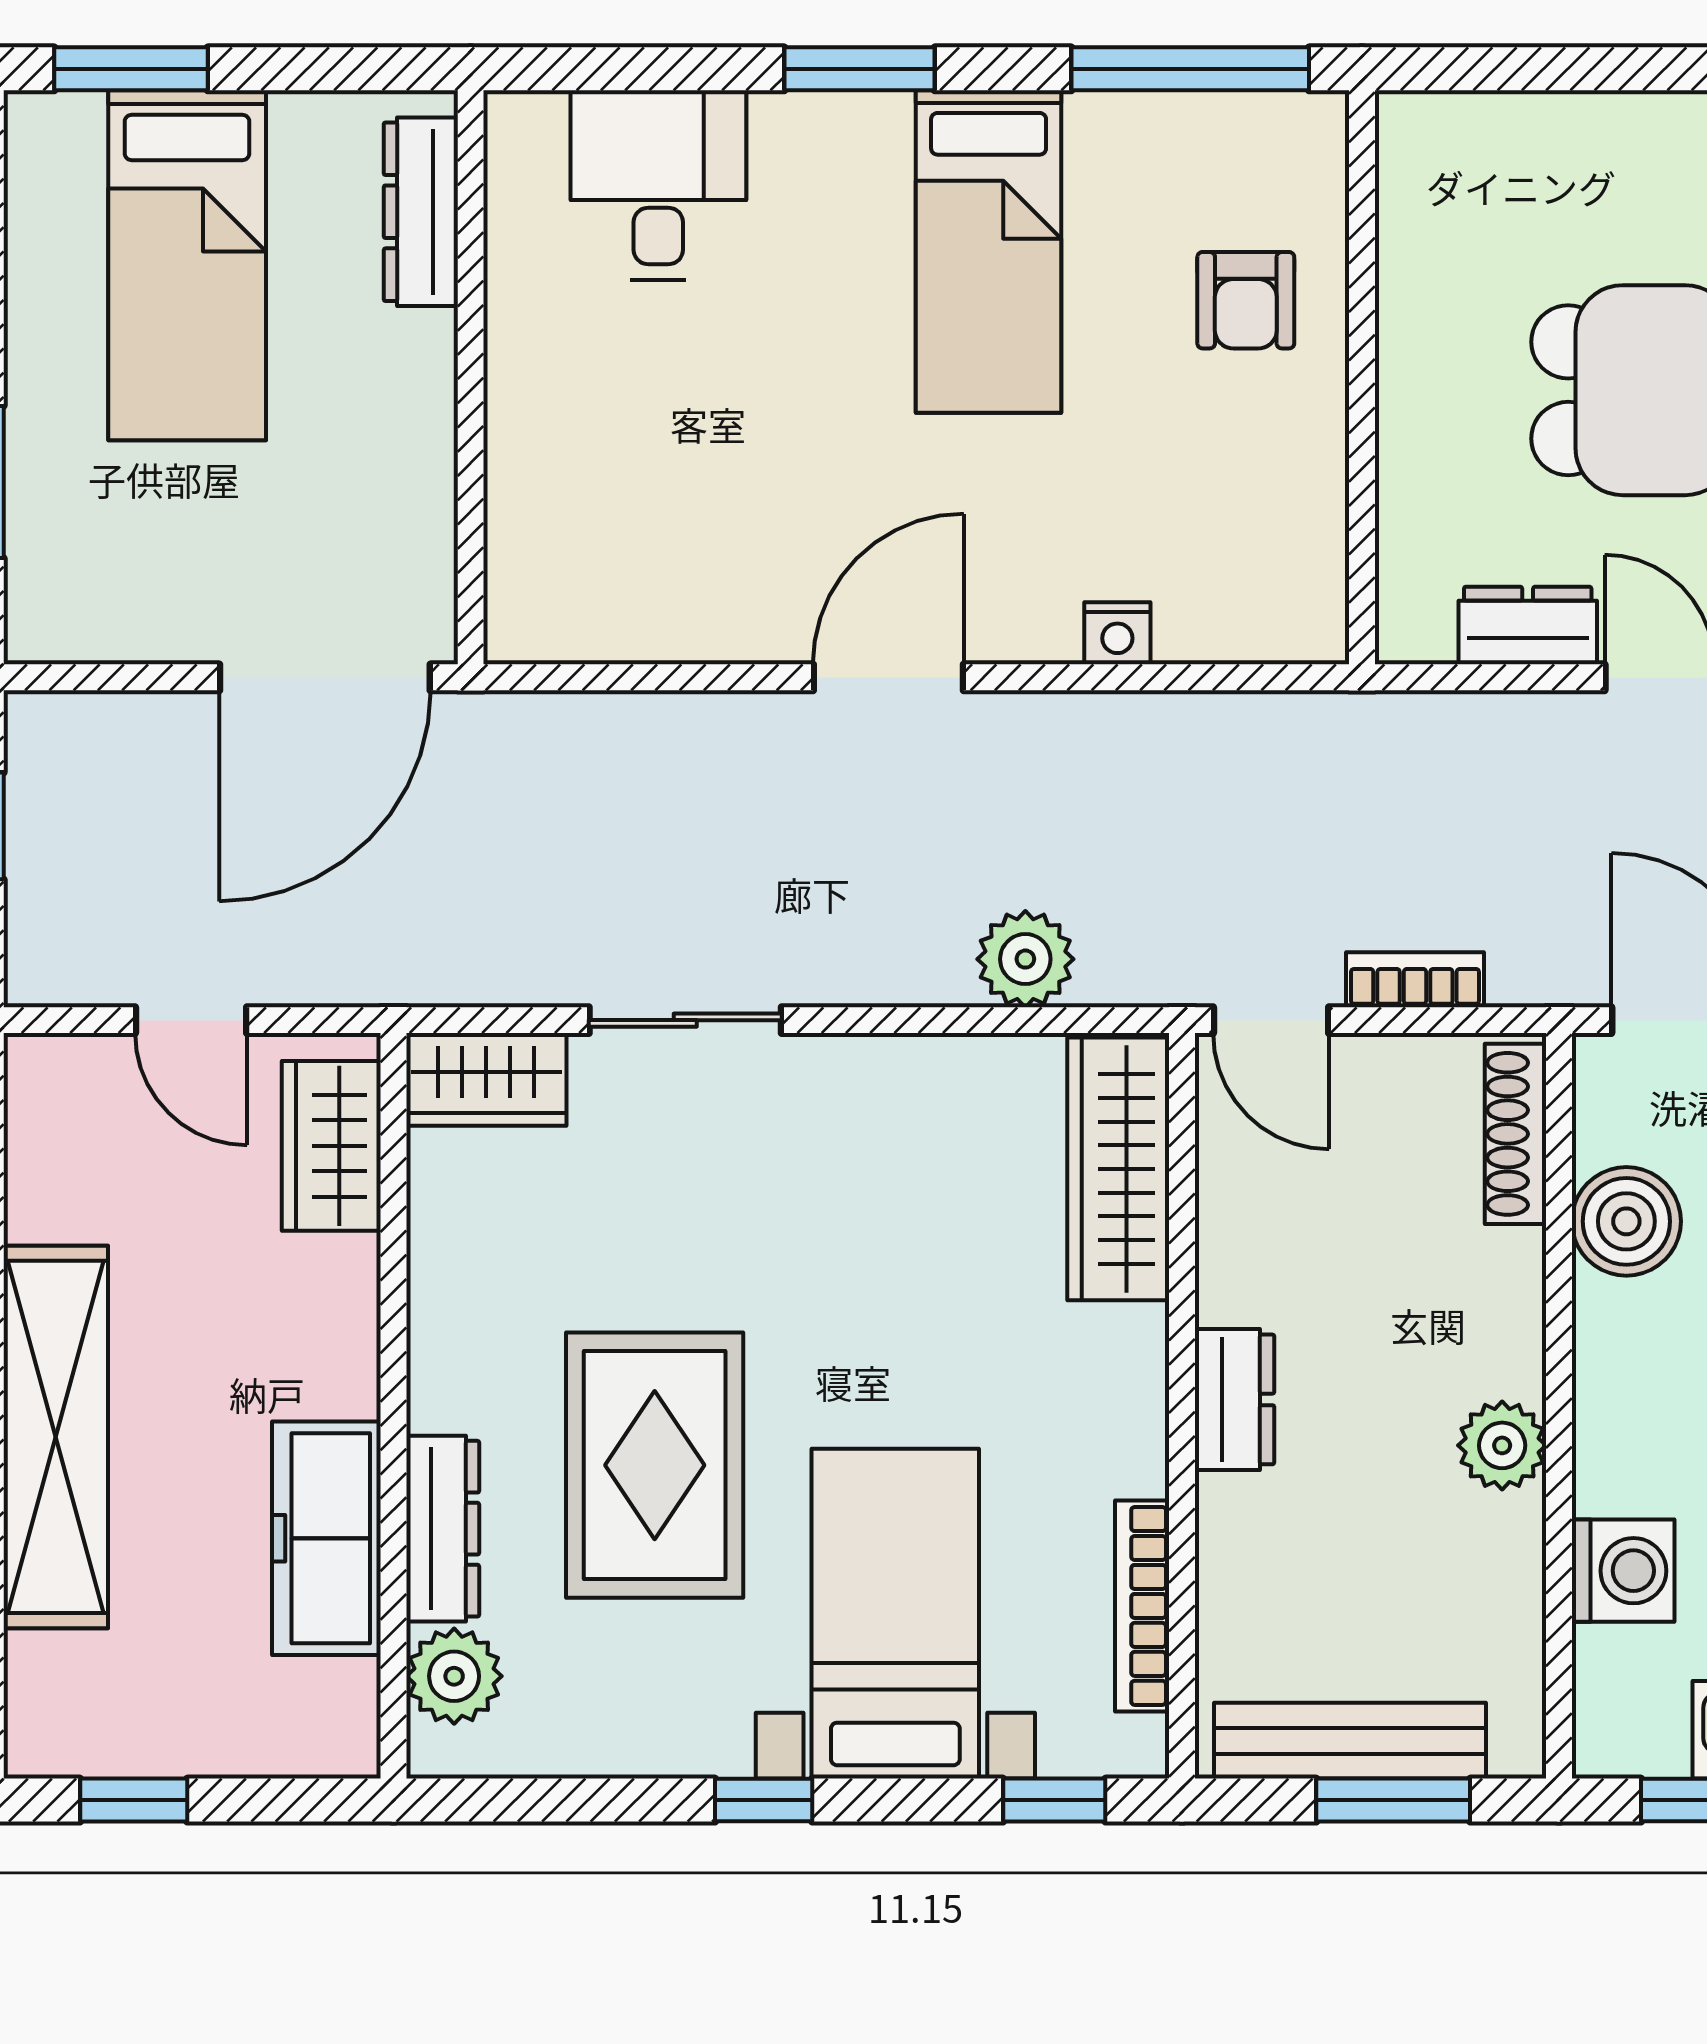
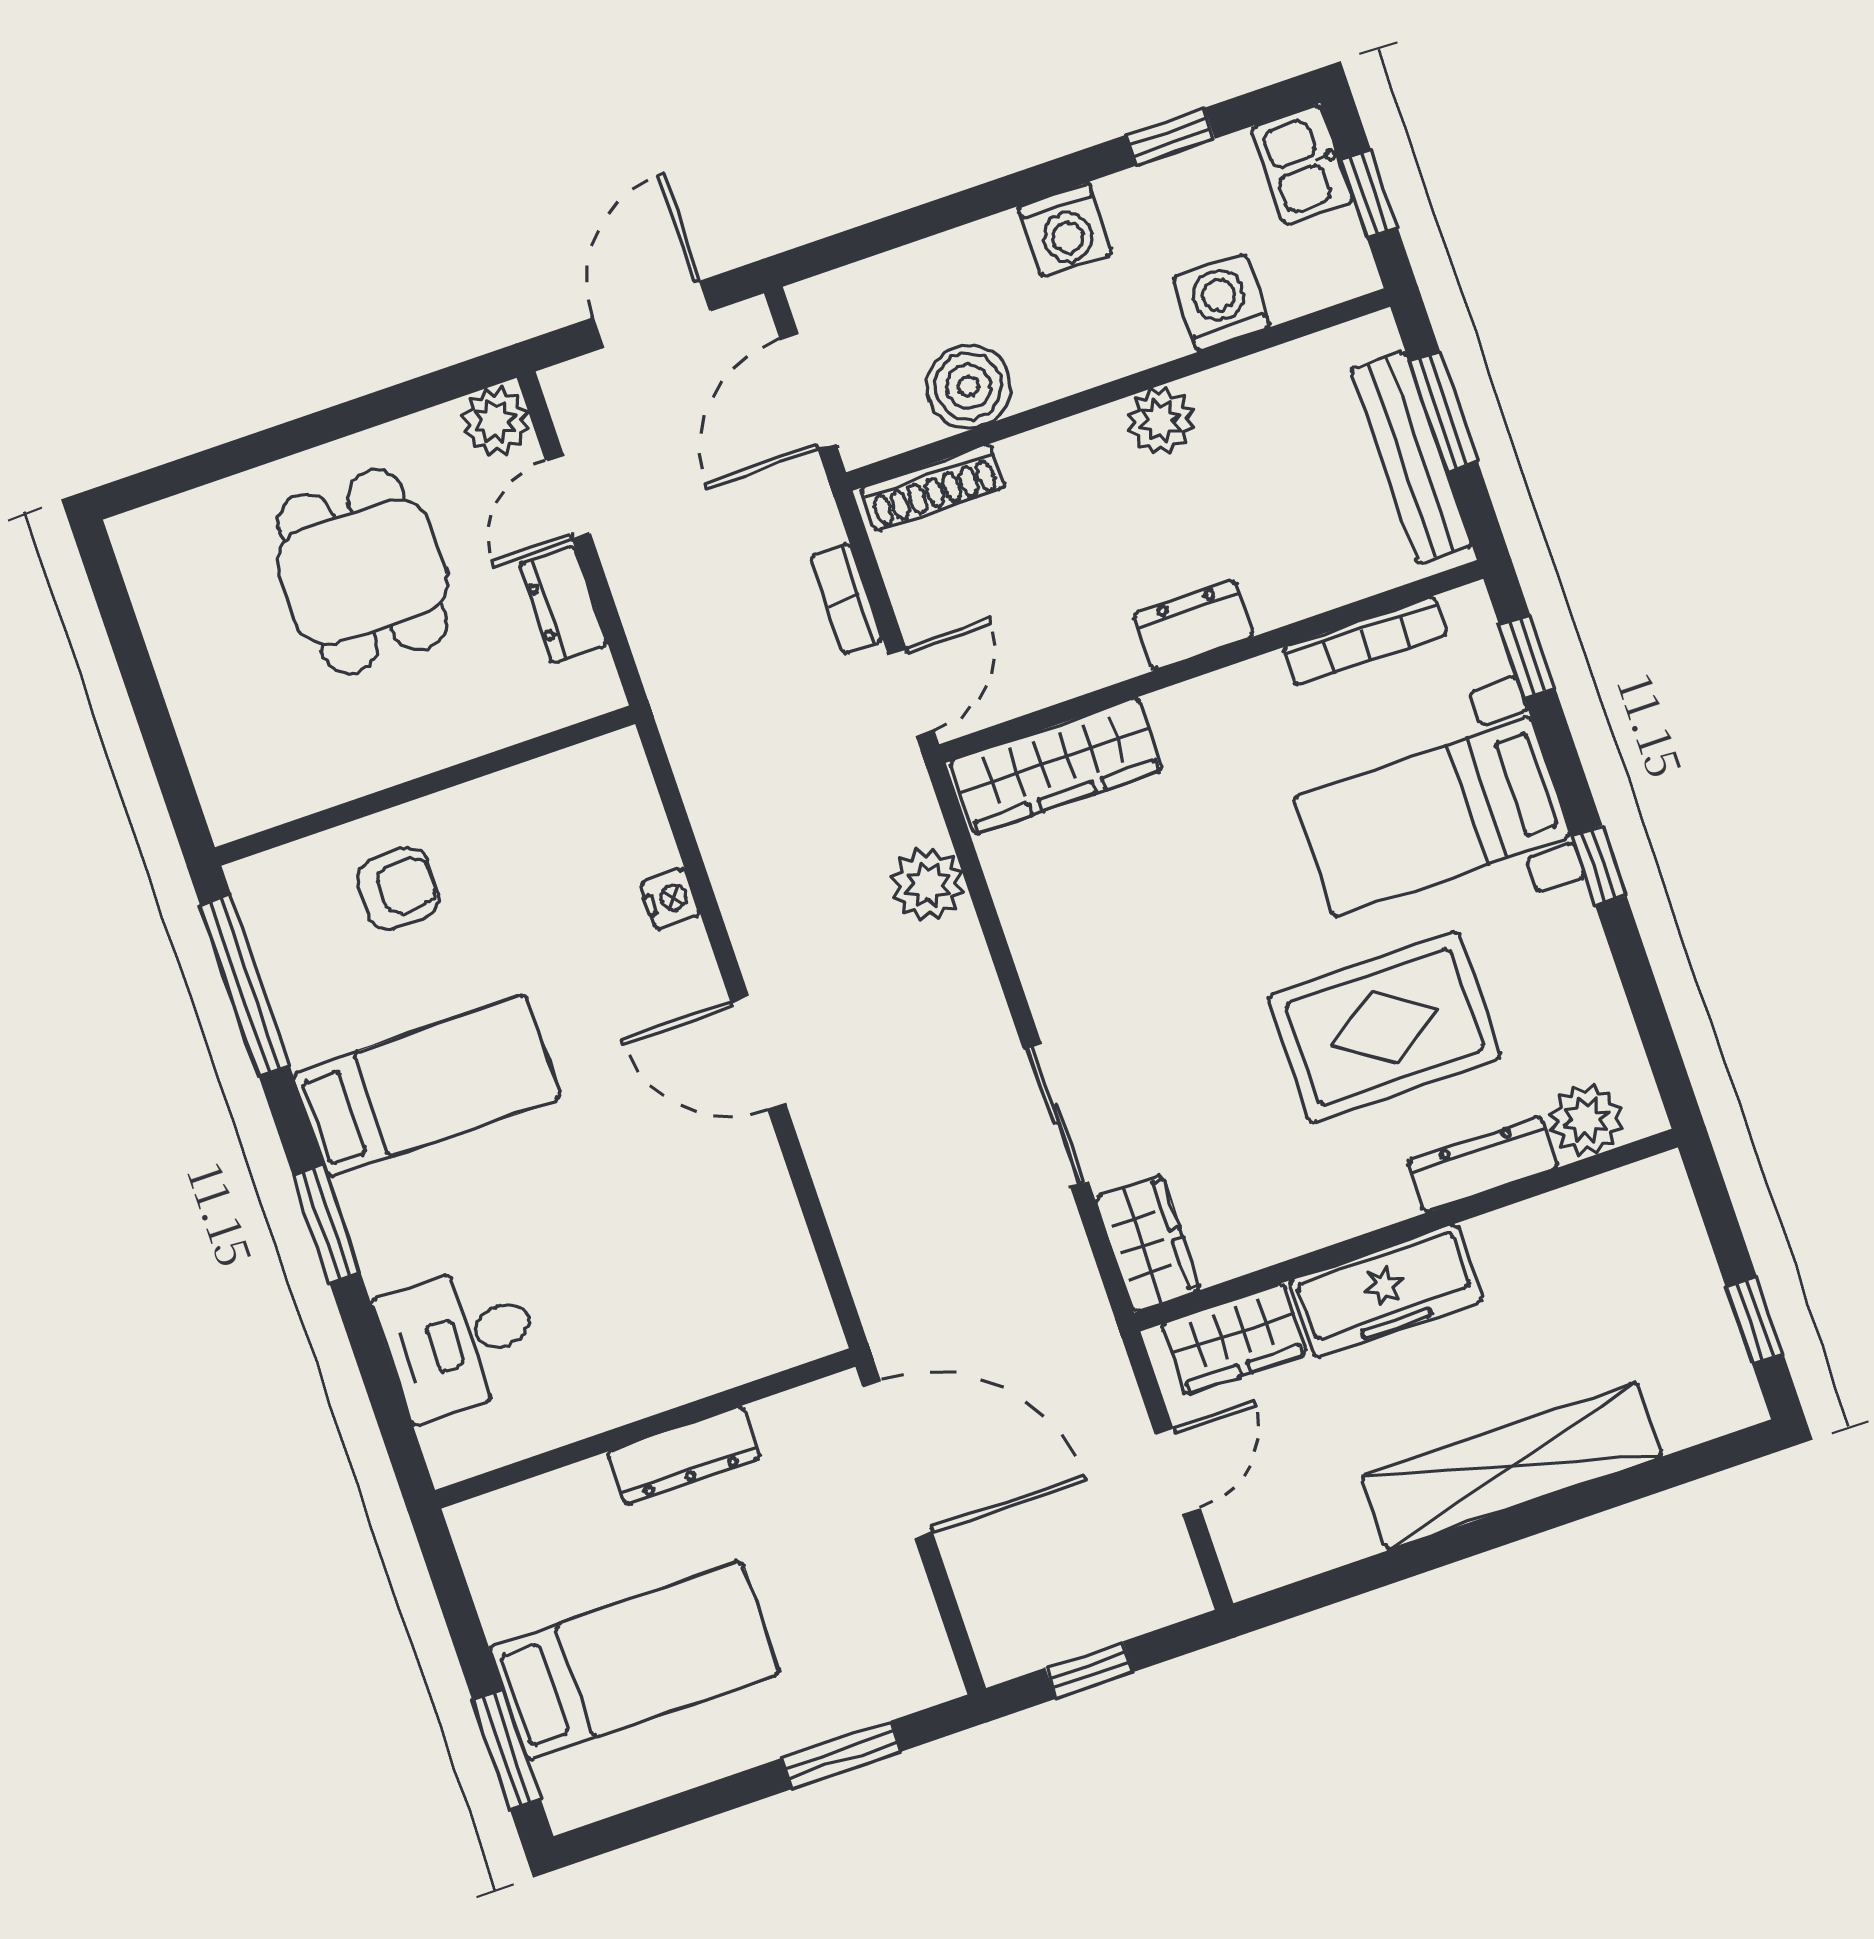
dresser: (421, 212) -> (684, 1455), moved
freezer: (326, 1538) -> (1386, 1291), moved

